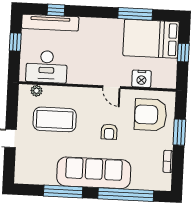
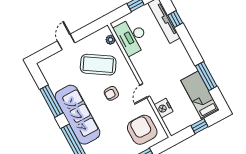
bed: (151, 39) -> (200, 95), width x0.67
coffee table: (55, 119) -> (98, 65), turned -57
armchair: (109, 132) -> (111, 93), moved

